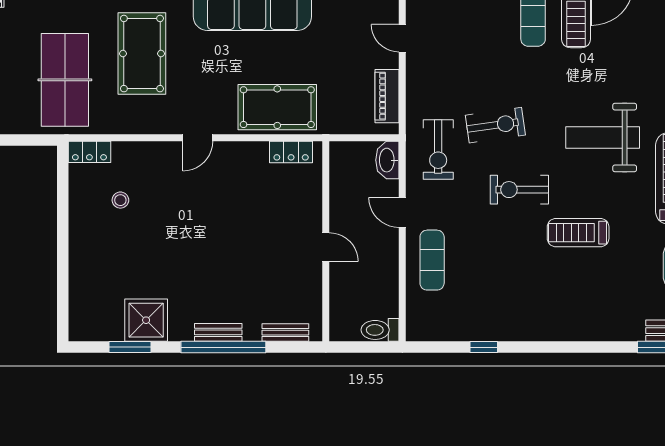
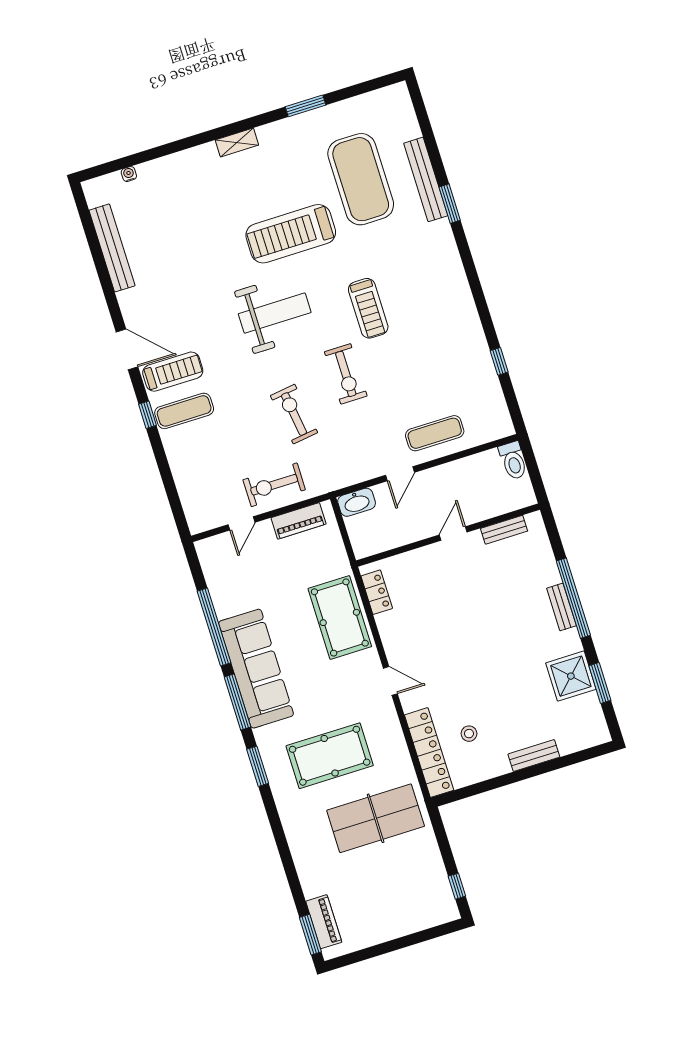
weight bench: (603, 138) -> (275, 313), turned -90
exercise bike: (438, 149) -> (274, 485), moved, turned 180
locker: (89, 152) -> (429, 753), width x2.16, depth x1.21
bench: (78, 258) -> (534, 756), added
bench: (285, 333) -> (504, 530), moved, turned 90

